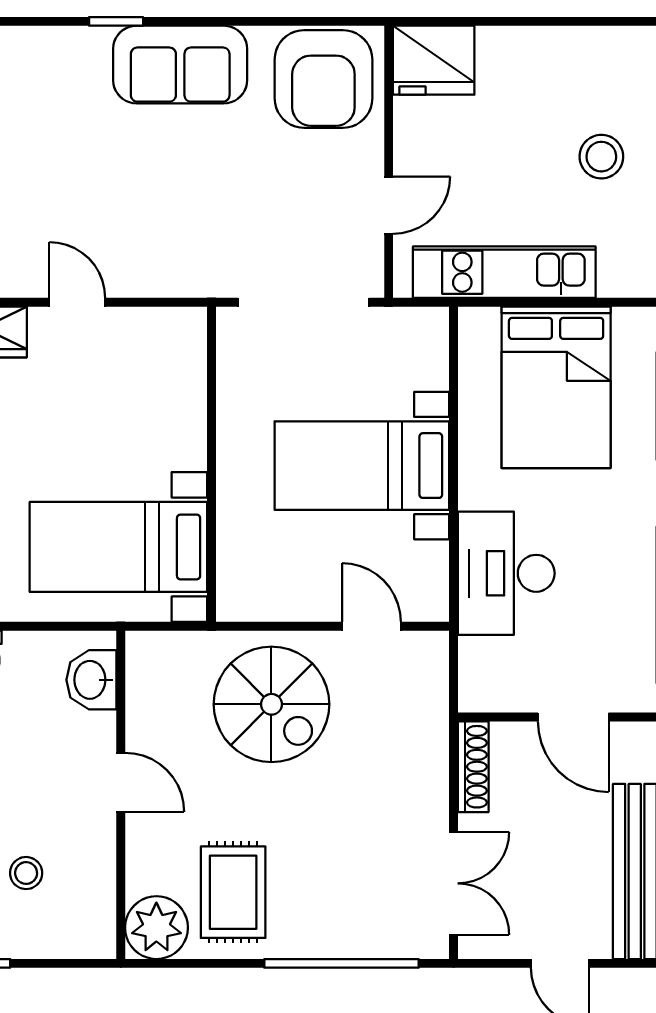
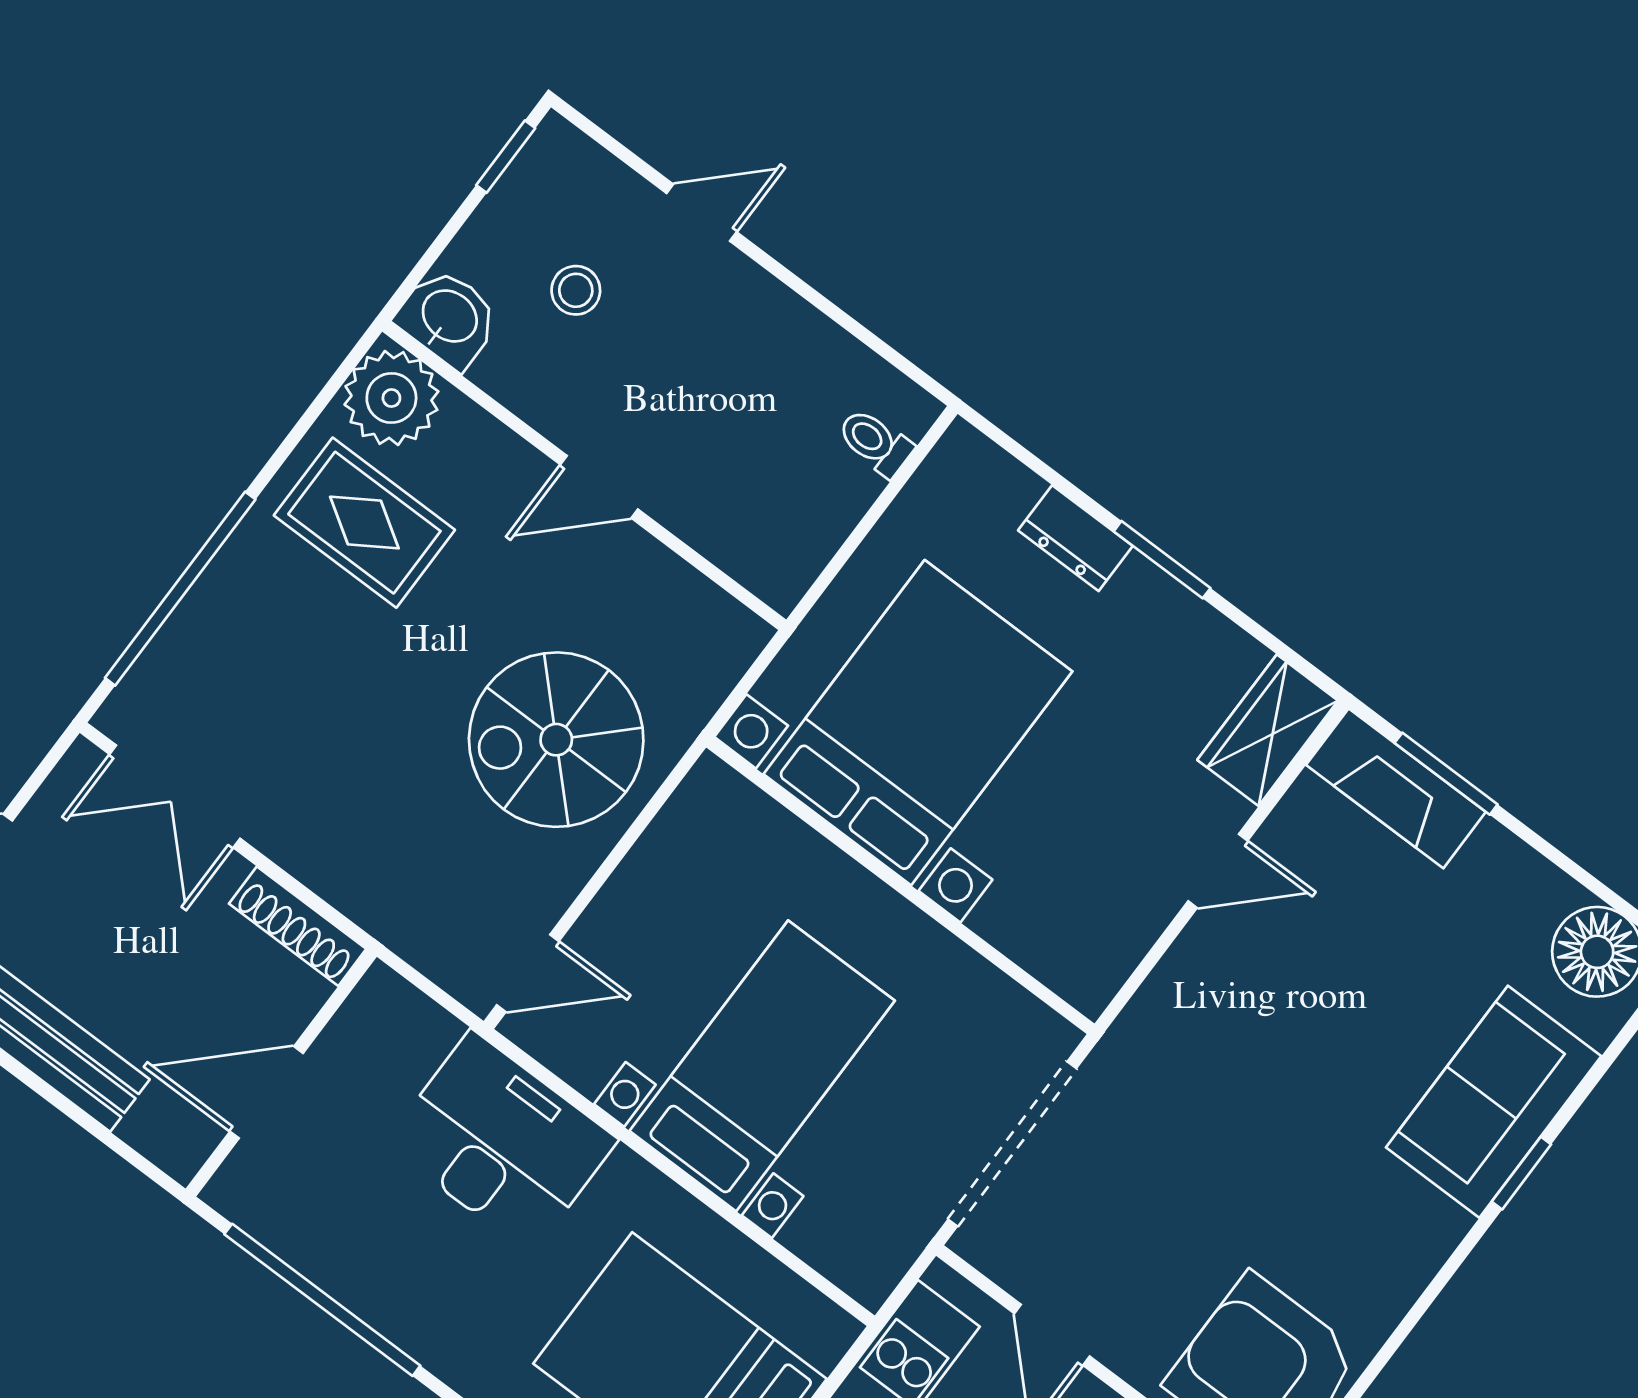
sofa: (180, 65) -> (1494, 1102), moved
bed with nightstands: (118, 547) -> (918, 723), width x1.36
door: (372, 626) -> (528, 973), moved
washbasin: (91, 680) -> (448, 318), moved

